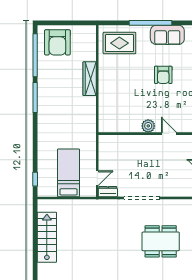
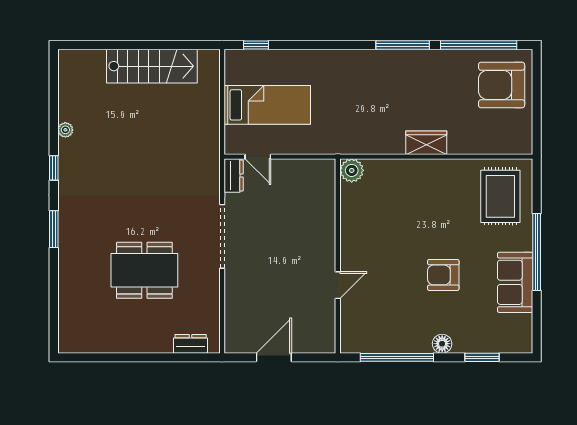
wardrobe: (90, 79) -> (426, 143), width x0.67
plant: (148, 126) -> (352, 170), moved
dining table: (161, 241) -> (144, 270), turned 90

